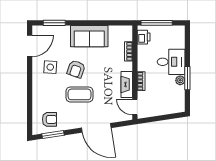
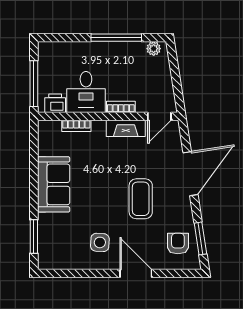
door: (30, 46) -> (136, 273), moved
desk: (171, 62) -> (86, 92), moved, turned 180
armchair: (76, 69) -> (103, 204), removed
window: (187, 78) -> (116, 38), width x1.44
plant: (180, 80) -> (154, 49), moved

